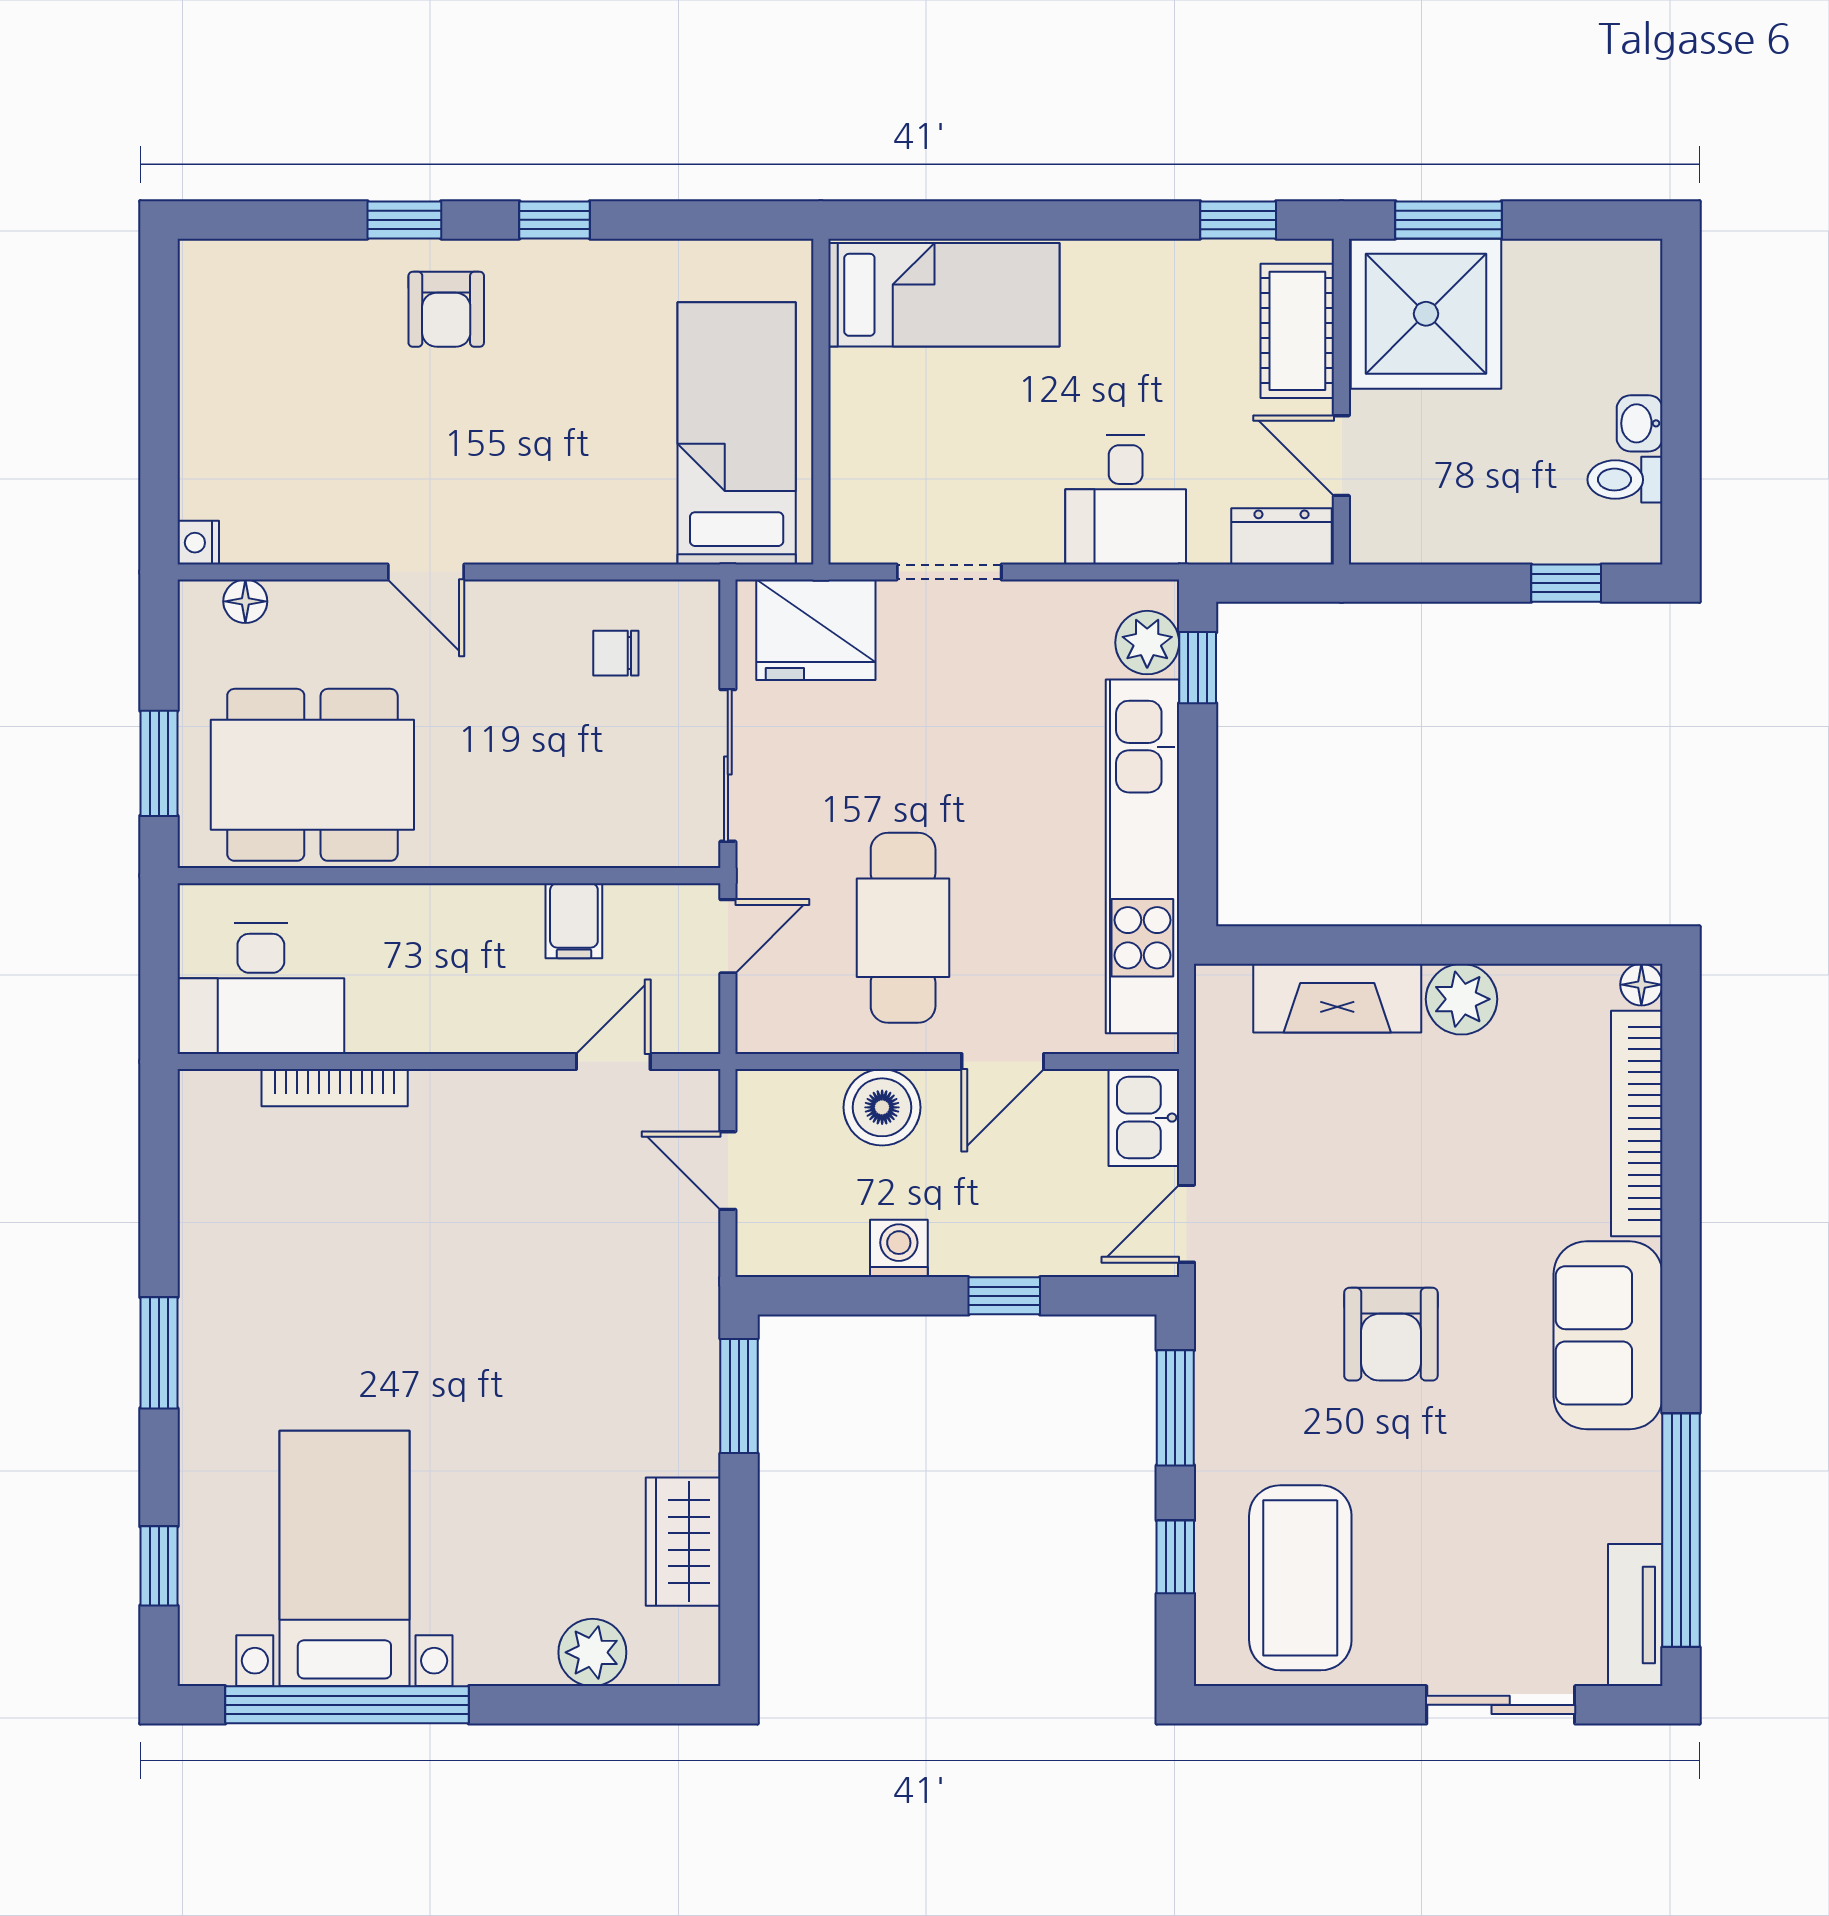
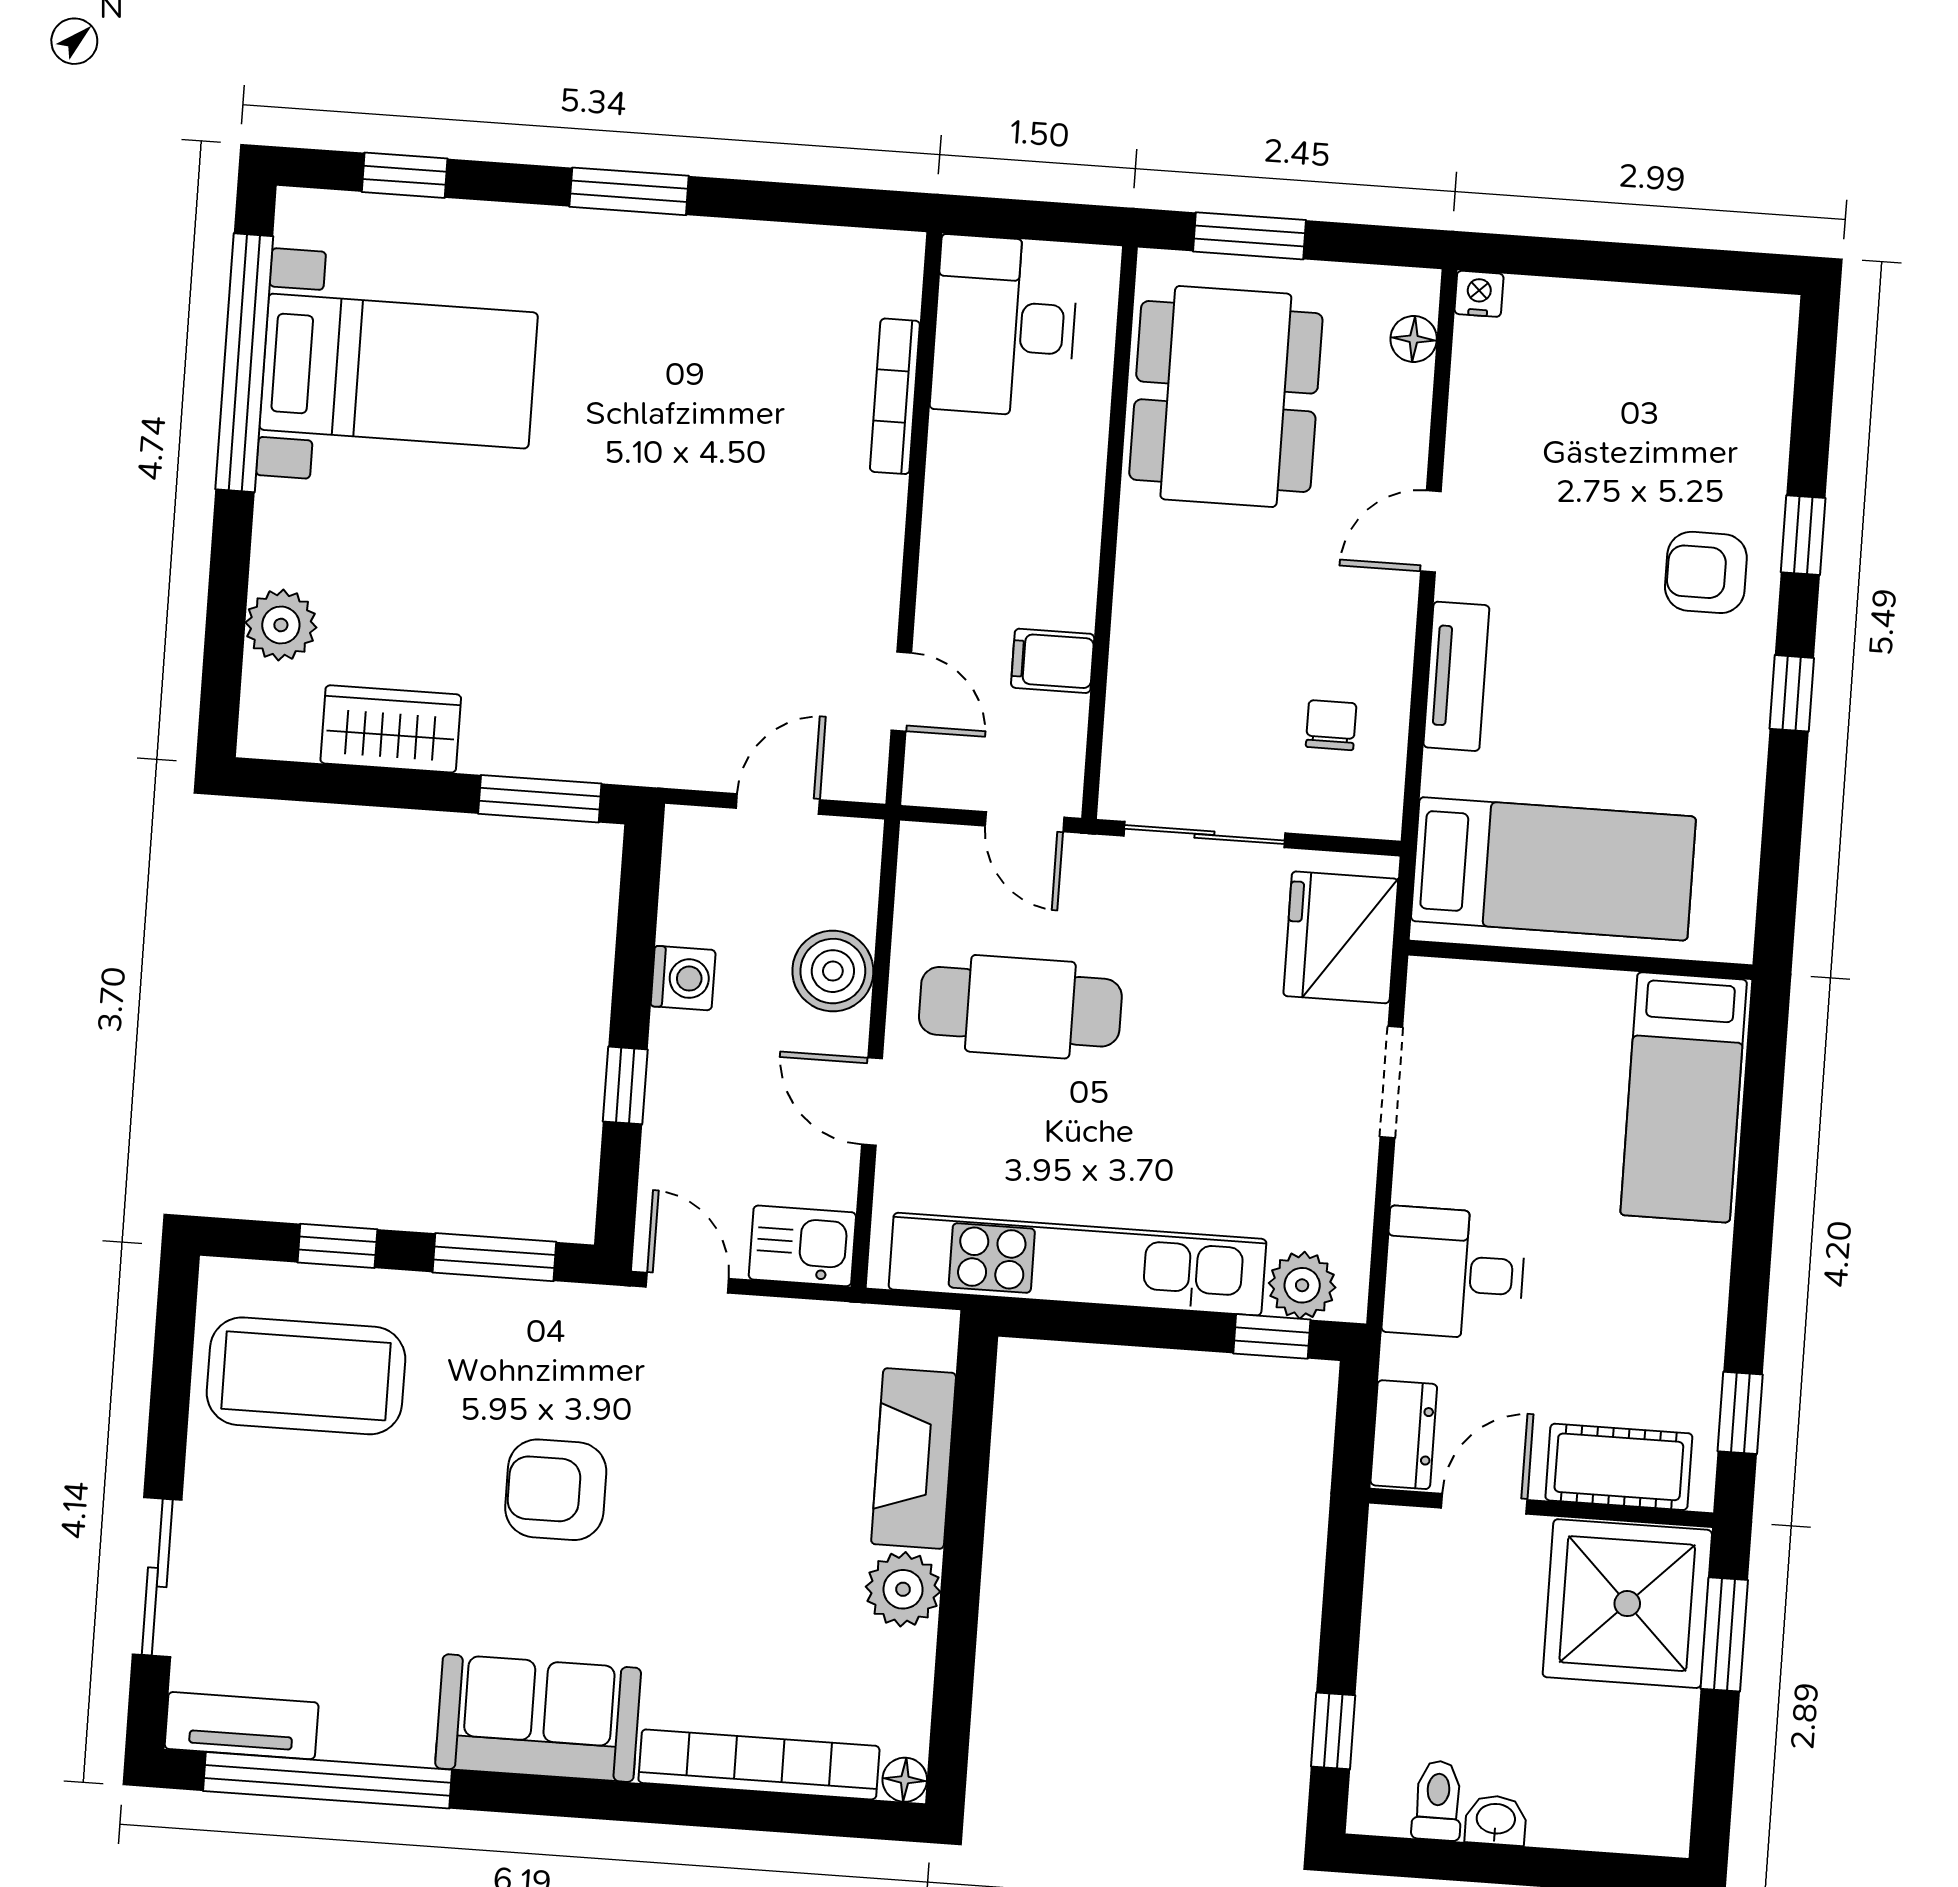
tv unit: (561, 538) -> (1456, 676), added

